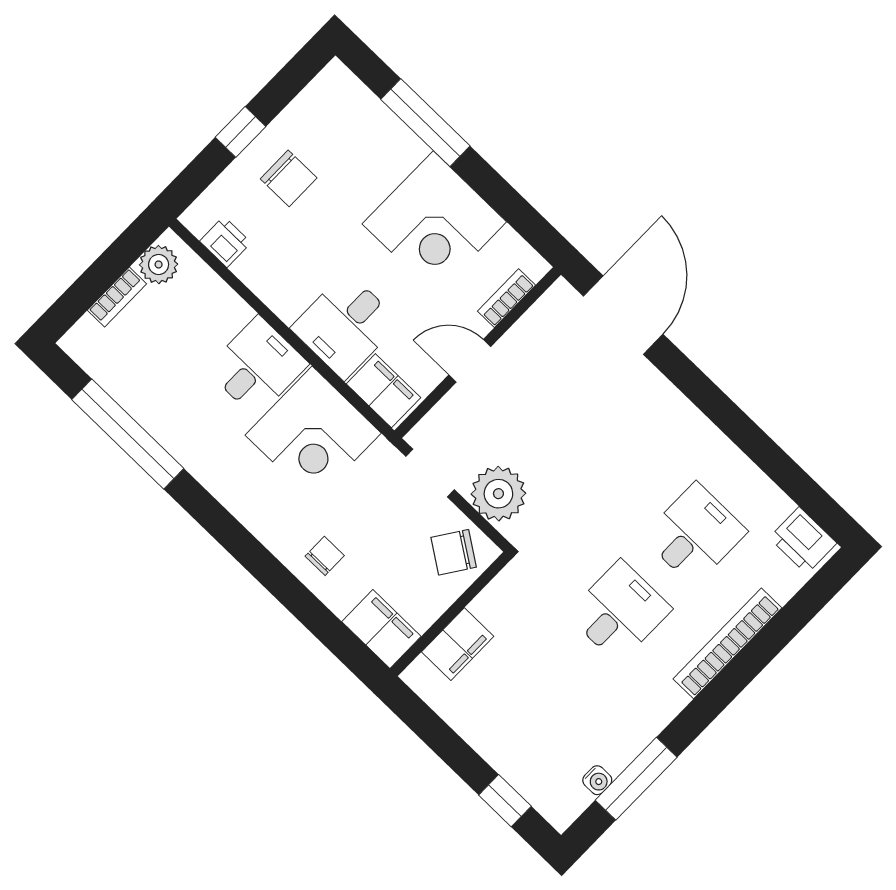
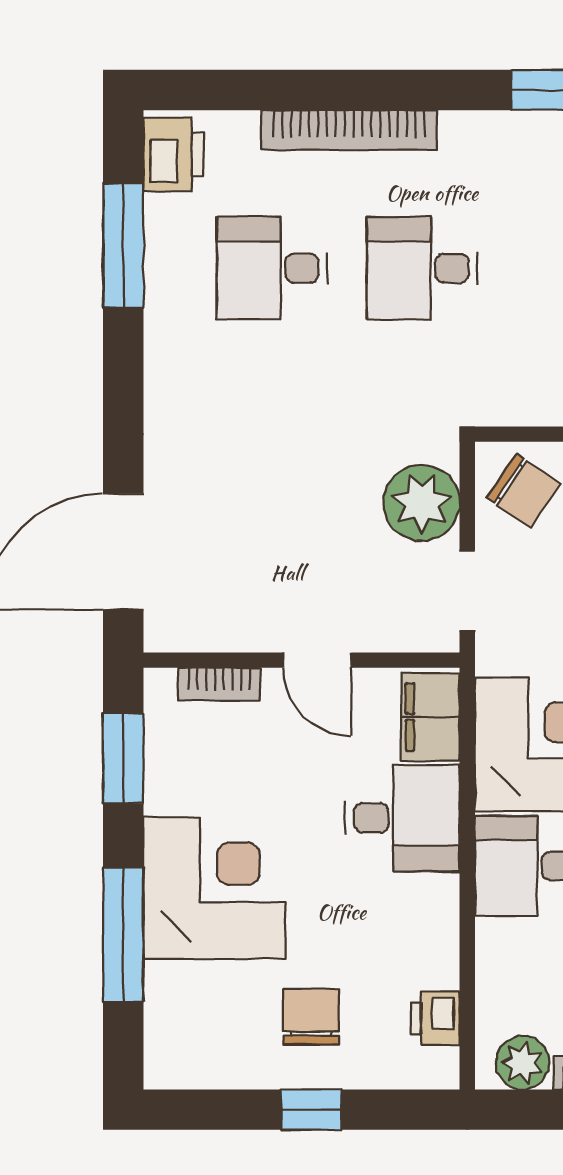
window: (516, 211) -> (123, 758), added
corner desk: (434, 223) -> (214, 888), moved
window: (781, 469) -> (123, 246), added

